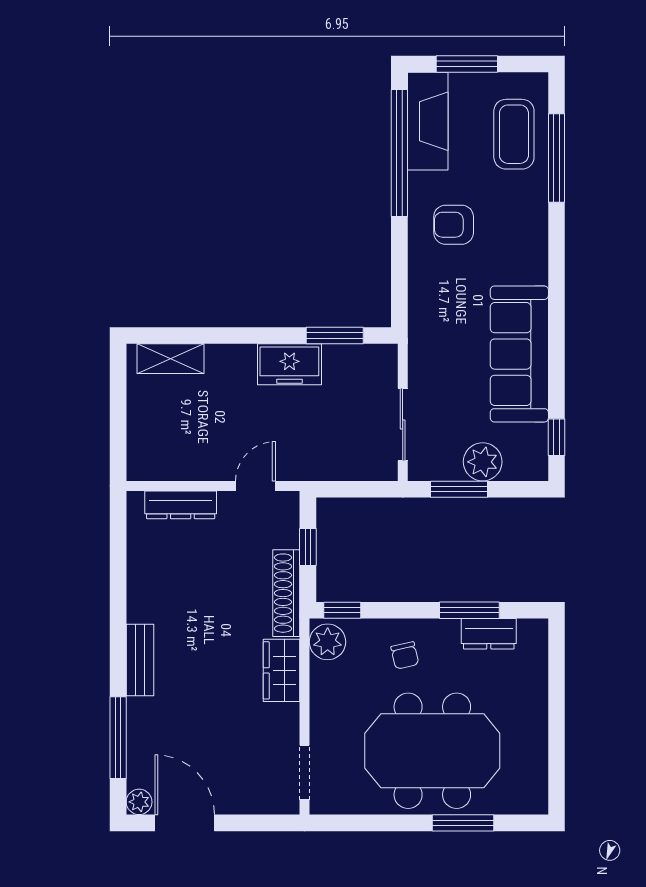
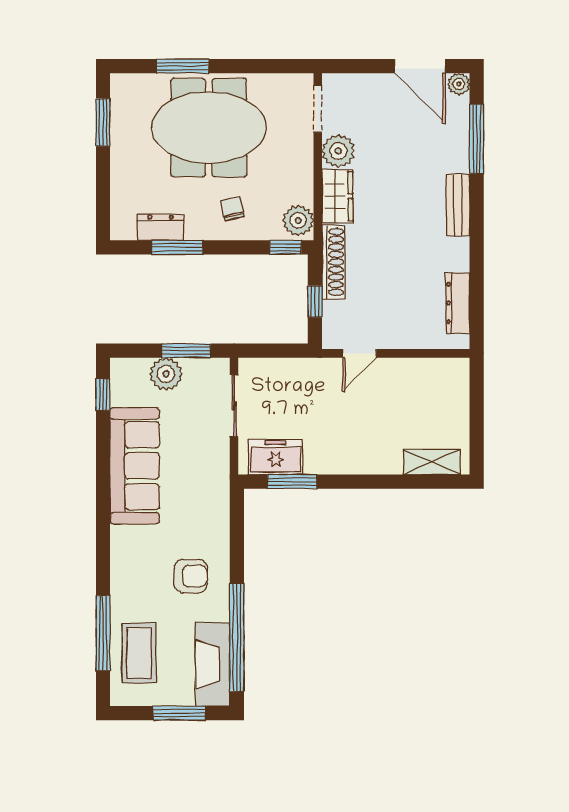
freezer: (289, 364) -> (276, 457), moved
dresser: (181, 505) -> (458, 303), moved, turned -90
plant: (280, 723) -> (338, 151), added
window: (556, 757) -> (103, 122), added

